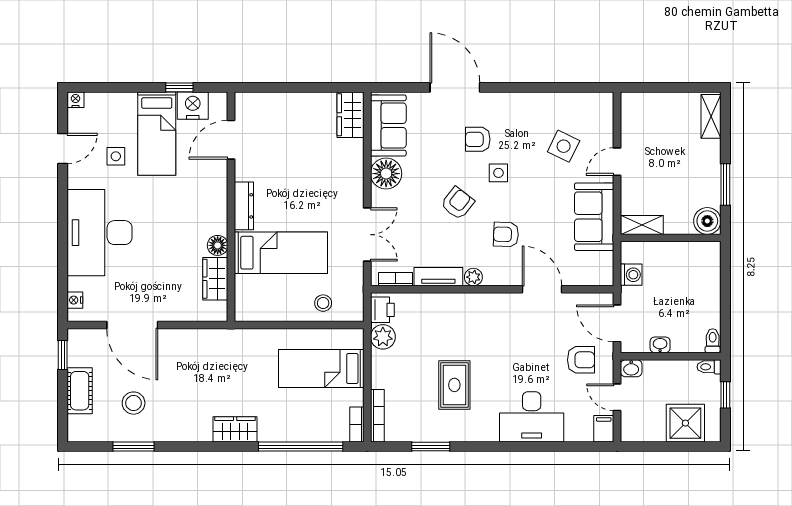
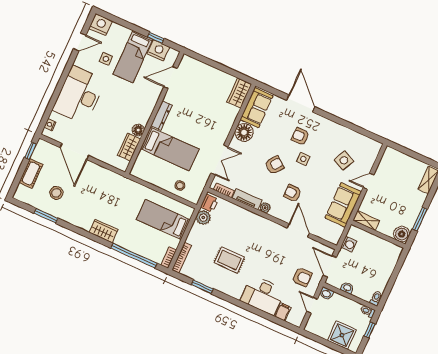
nightstand: (76, 100) -> (101, 25), width x1.89, depth x1.79
rug: (454, 385) -> (229, 260), turned 90
filing cabinet: (604, 429) -> (283, 312), moved

